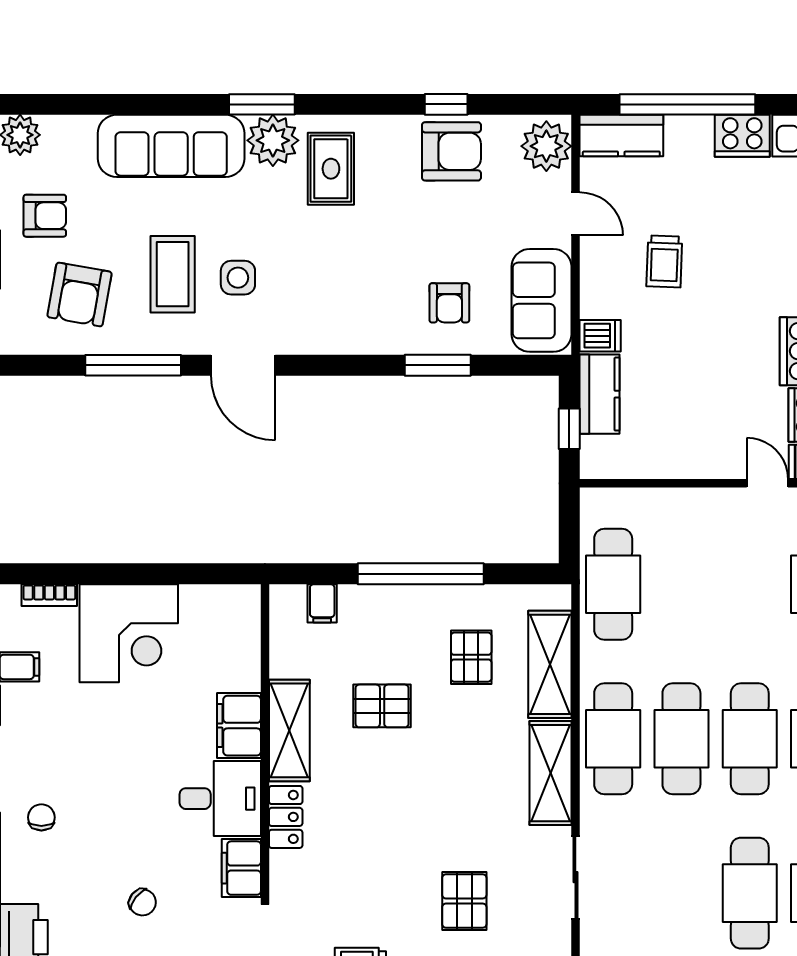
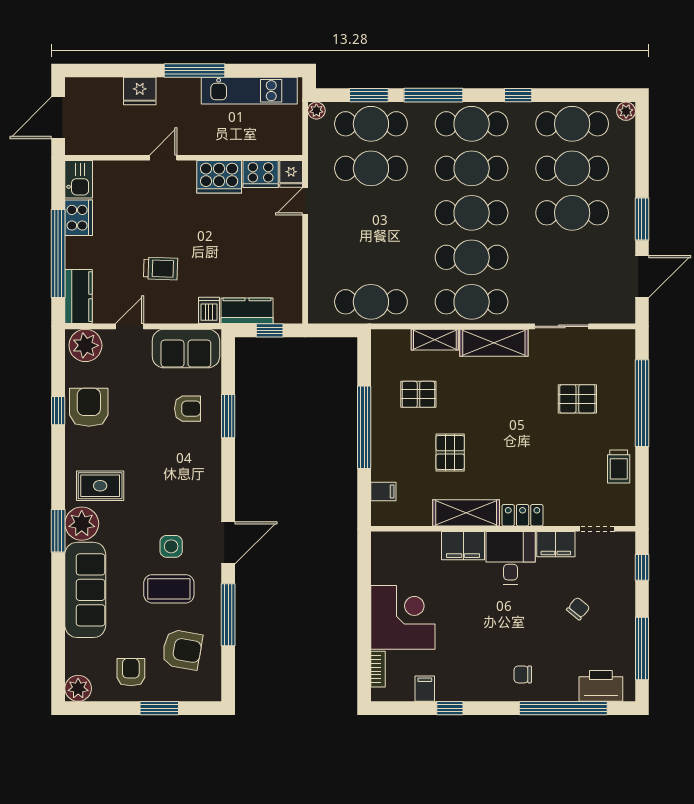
shelving: (550, 664) -> (435, 340), width x0.67, depth x0.75

